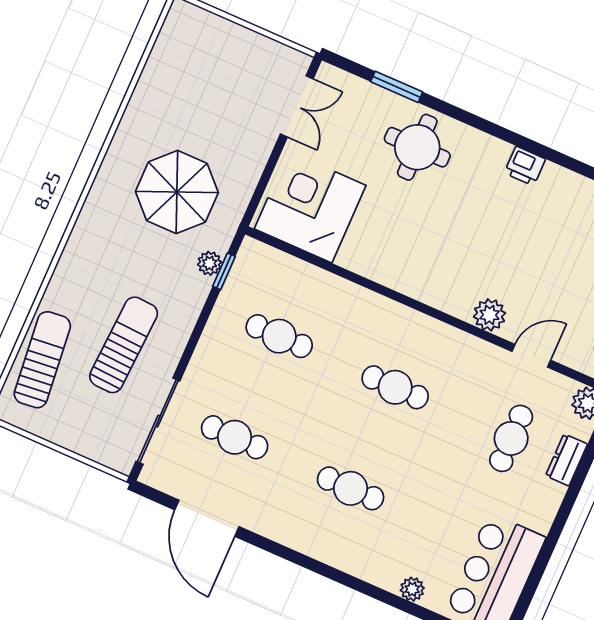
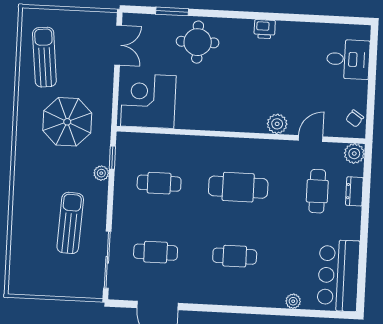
plant: (210, 263) -> (101, 173), moved
sun lounger: (42, 360) -> (44, 57), moved
cafe table: (395, 387) -> (238, 187), width x1.37, depth x1.35

